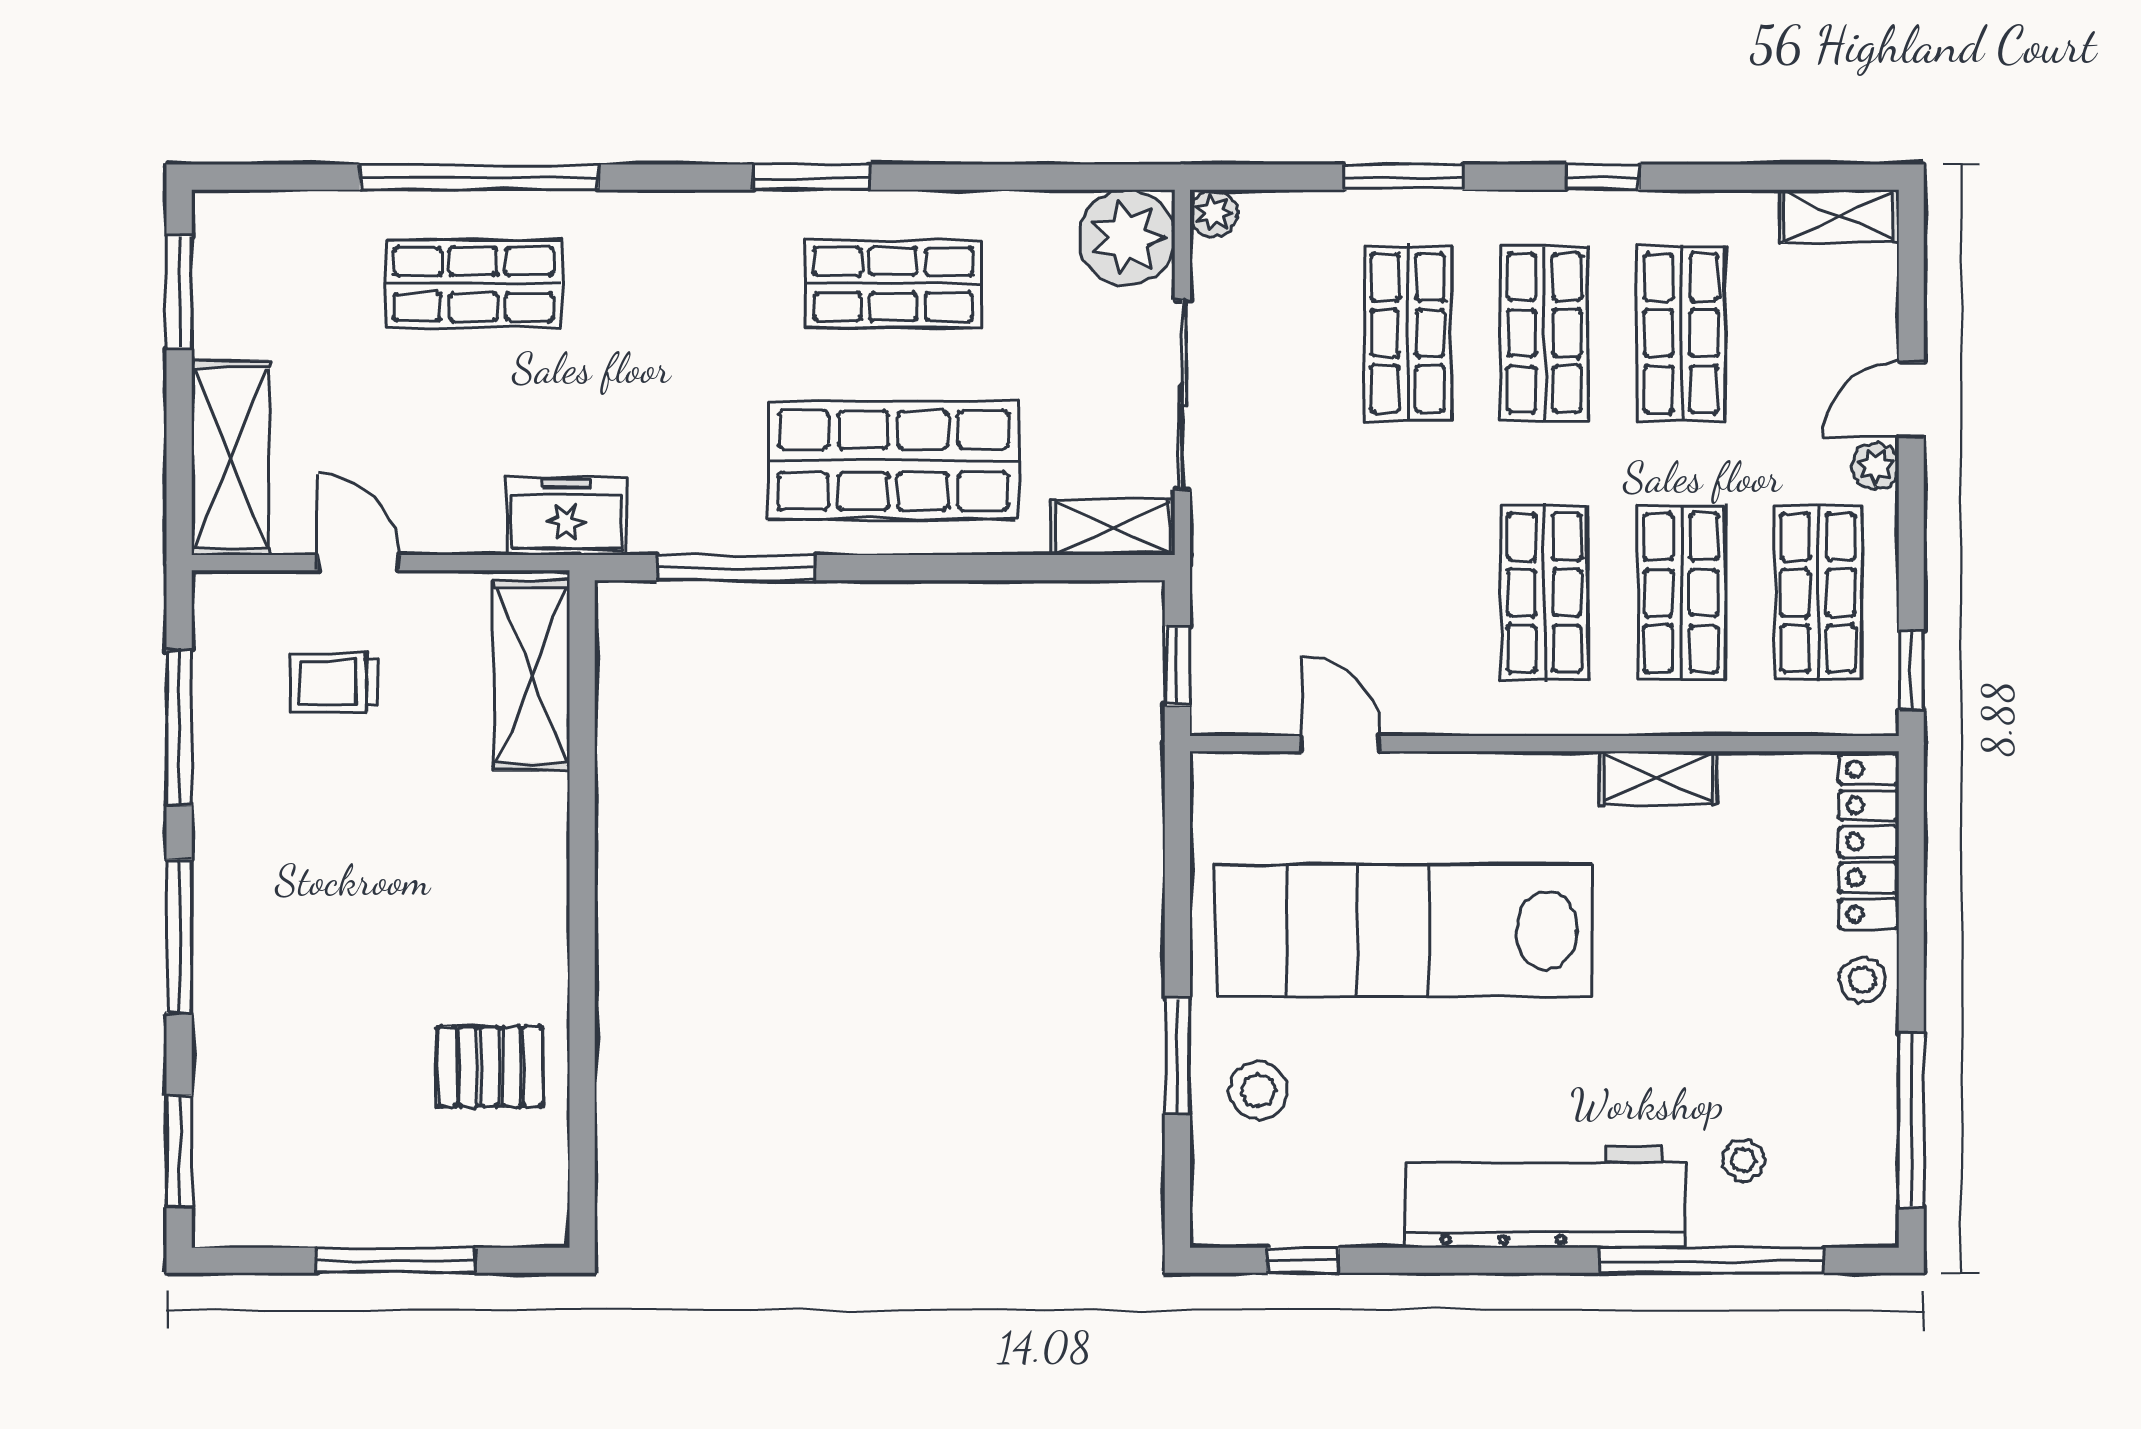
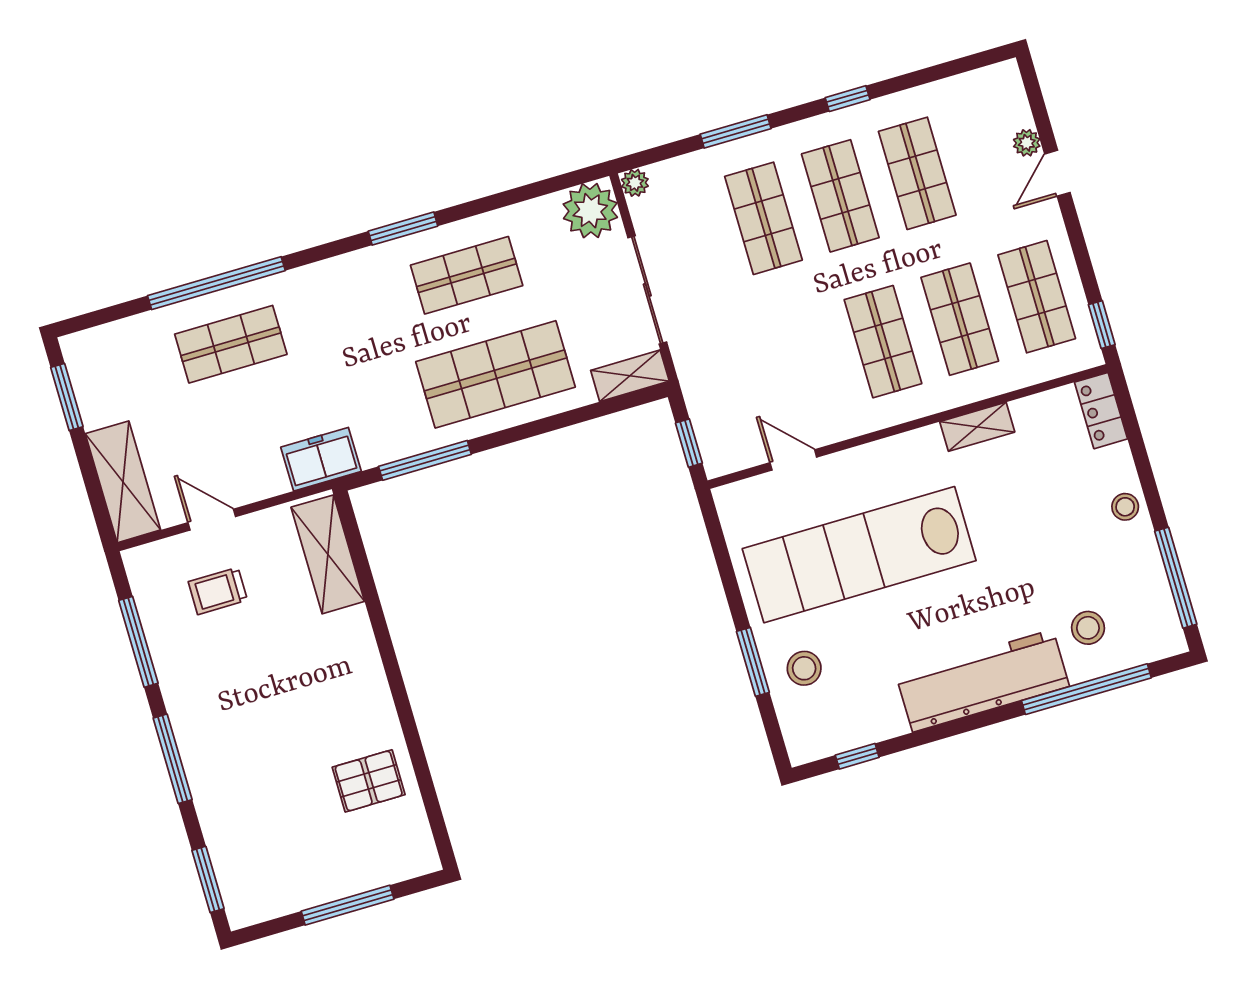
shelving: (1839, 216) -> (987, 82), removed
plant: (1875, 466) -> (1027, 143), moved
locker: (1869, 842) -> (1101, 411), width x0.66
stool: (1743, 1160) -> (1088, 628), width x1.37, depth x1.37

